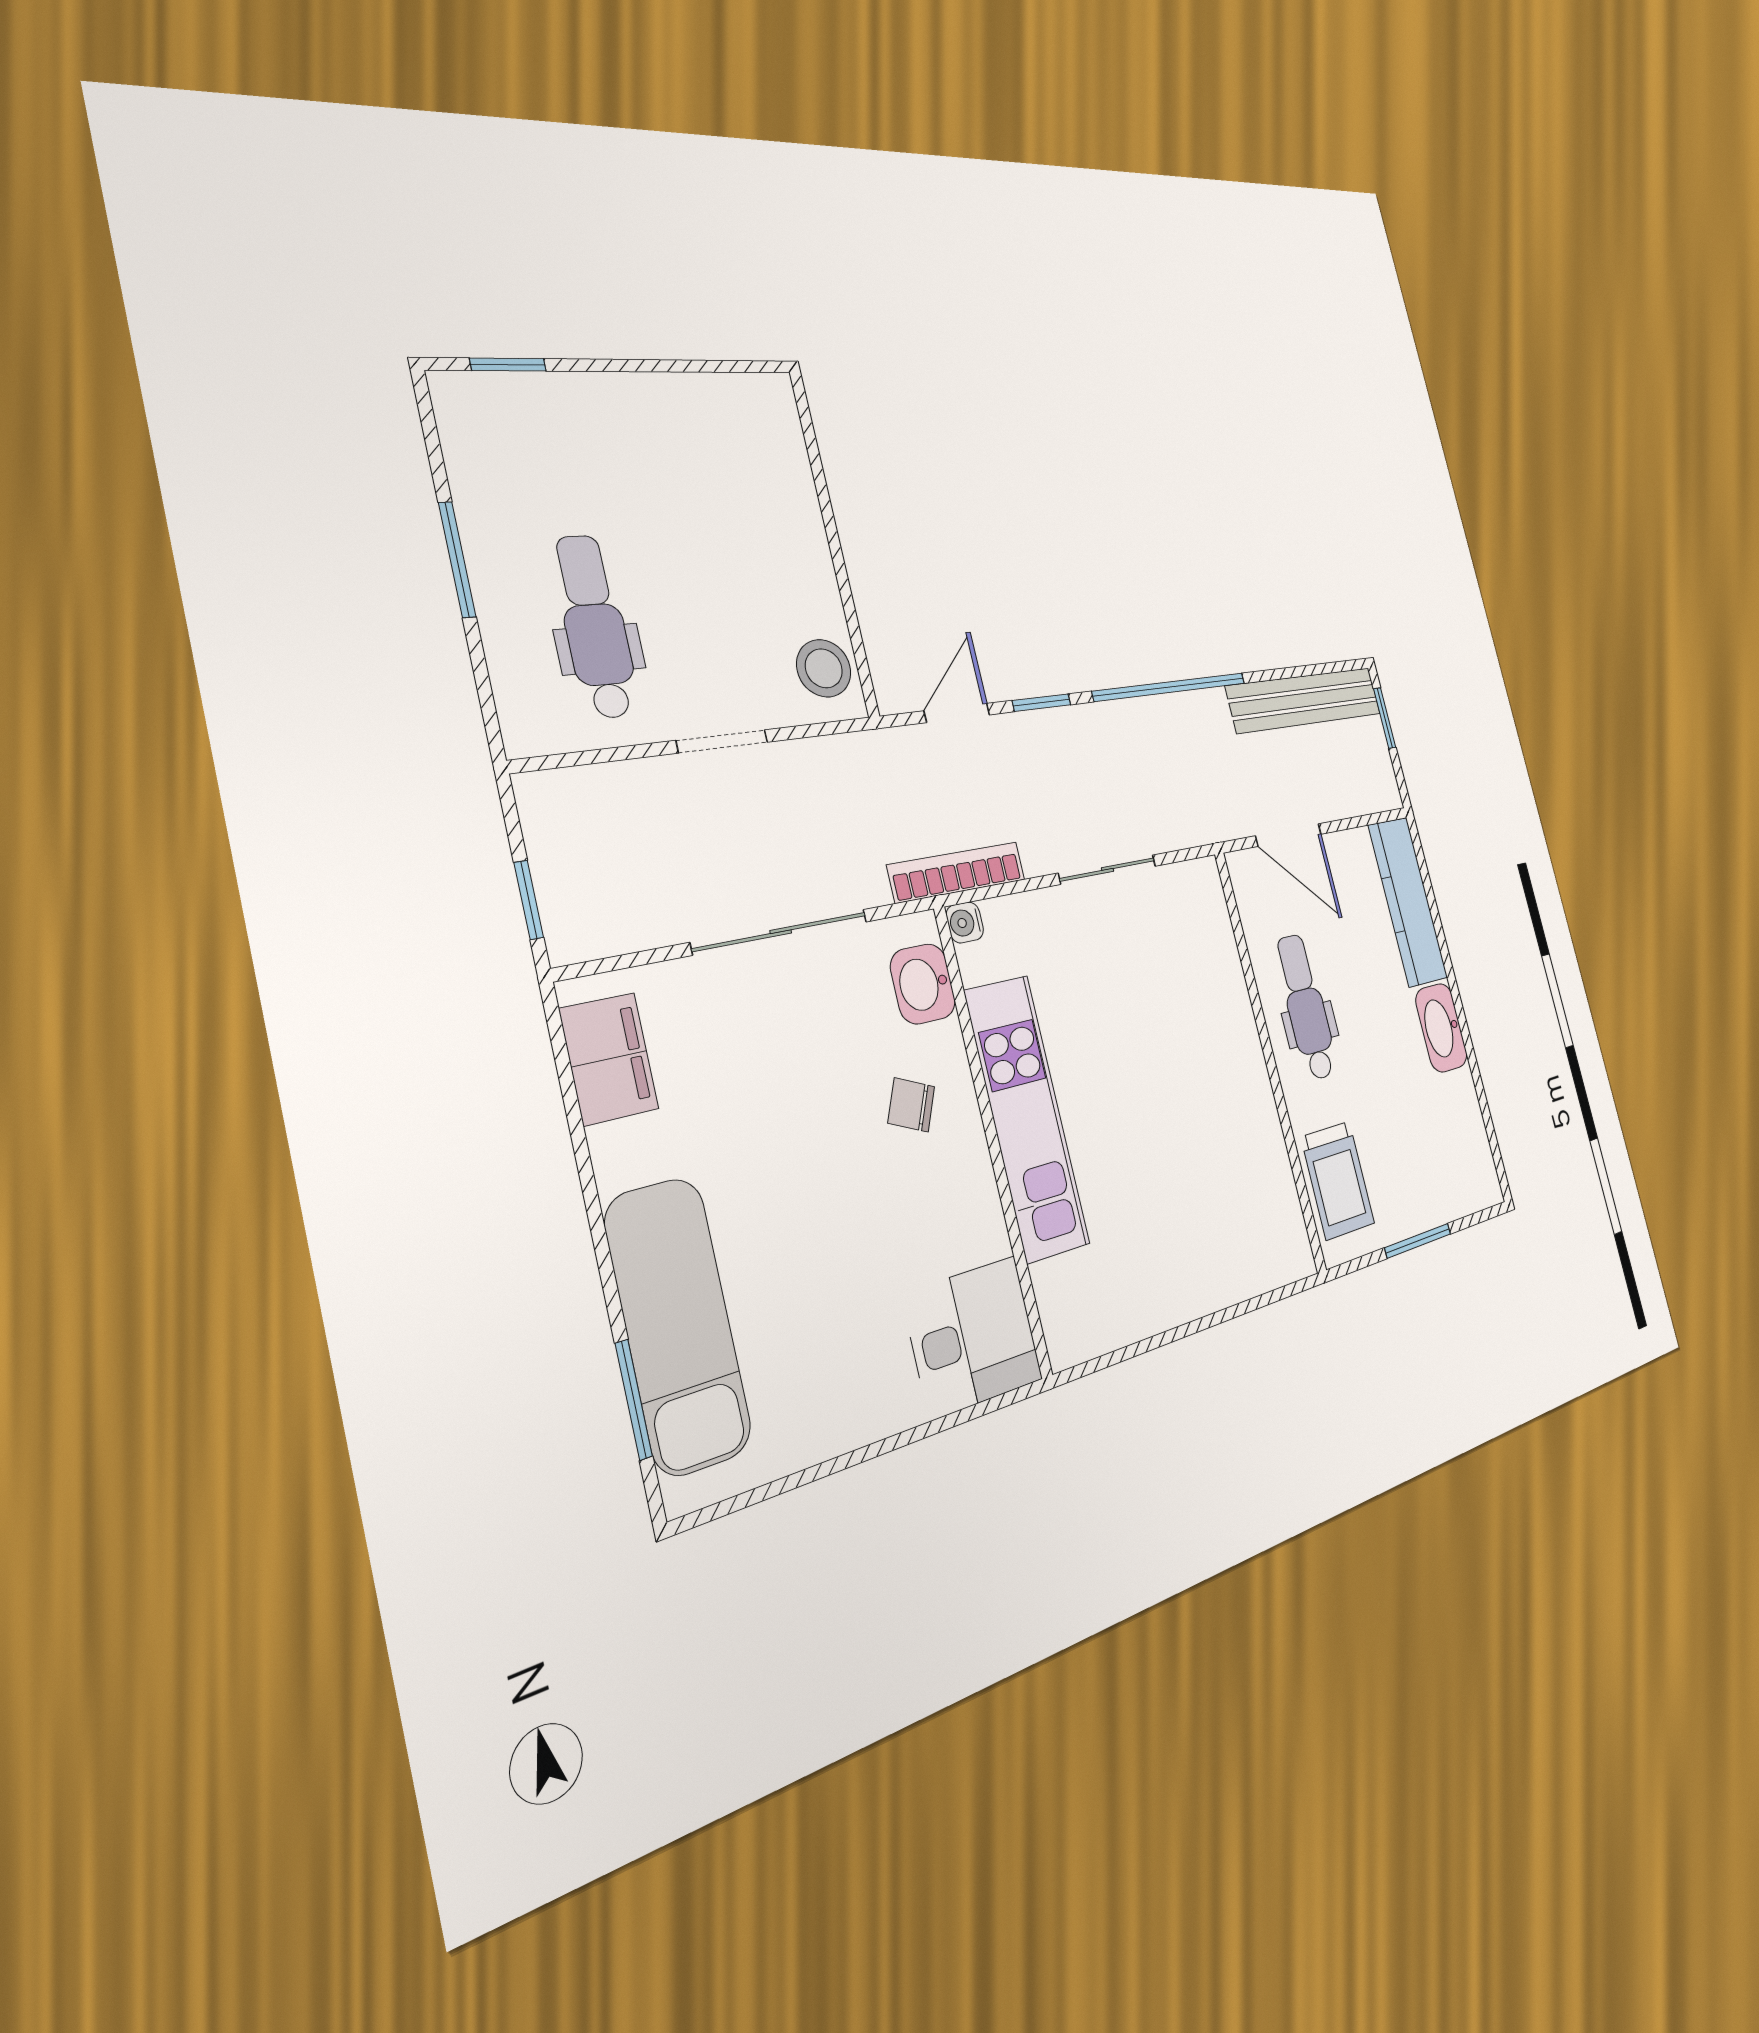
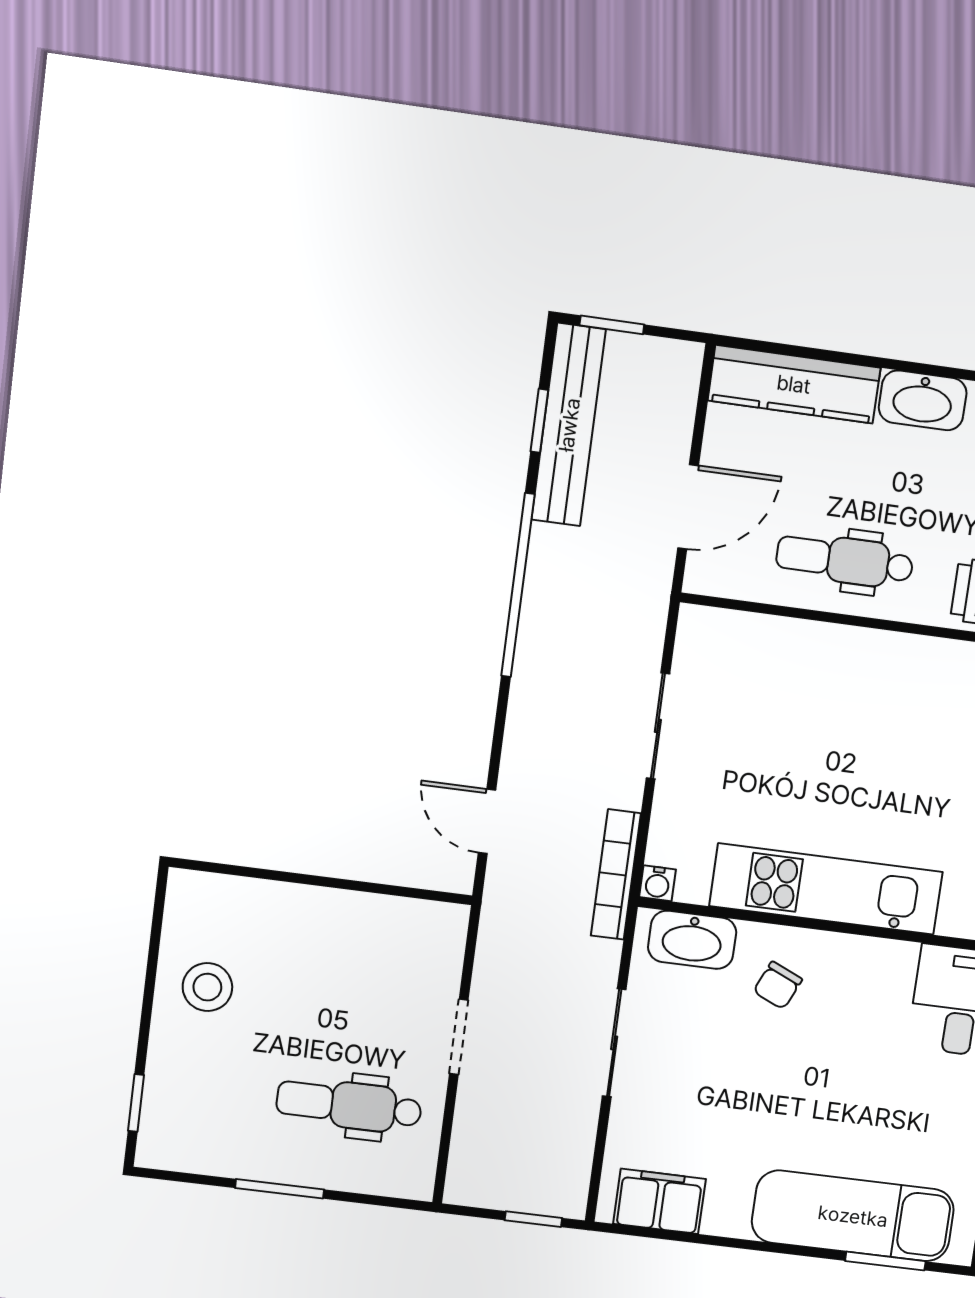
stool: (824, 668) -> (207, 987), moved
window: (1042, 703) -> (539, 421), moved
sliding door: (781, 932) -> (614, 1043), width x0.73
washbasin: (923, 984) -> (692, 940), width x1.38

